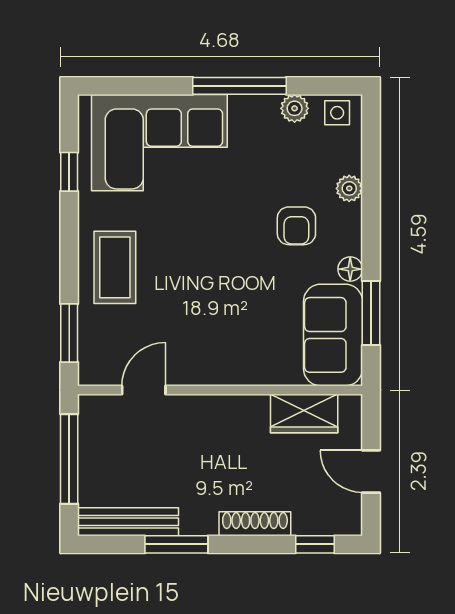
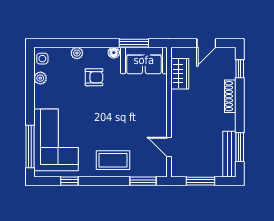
window: (240, 86) -> (30, 146), moved
window: (69, 459) -> (201, 181), width x0.69
window: (176, 544) -> (240, 147), moved

